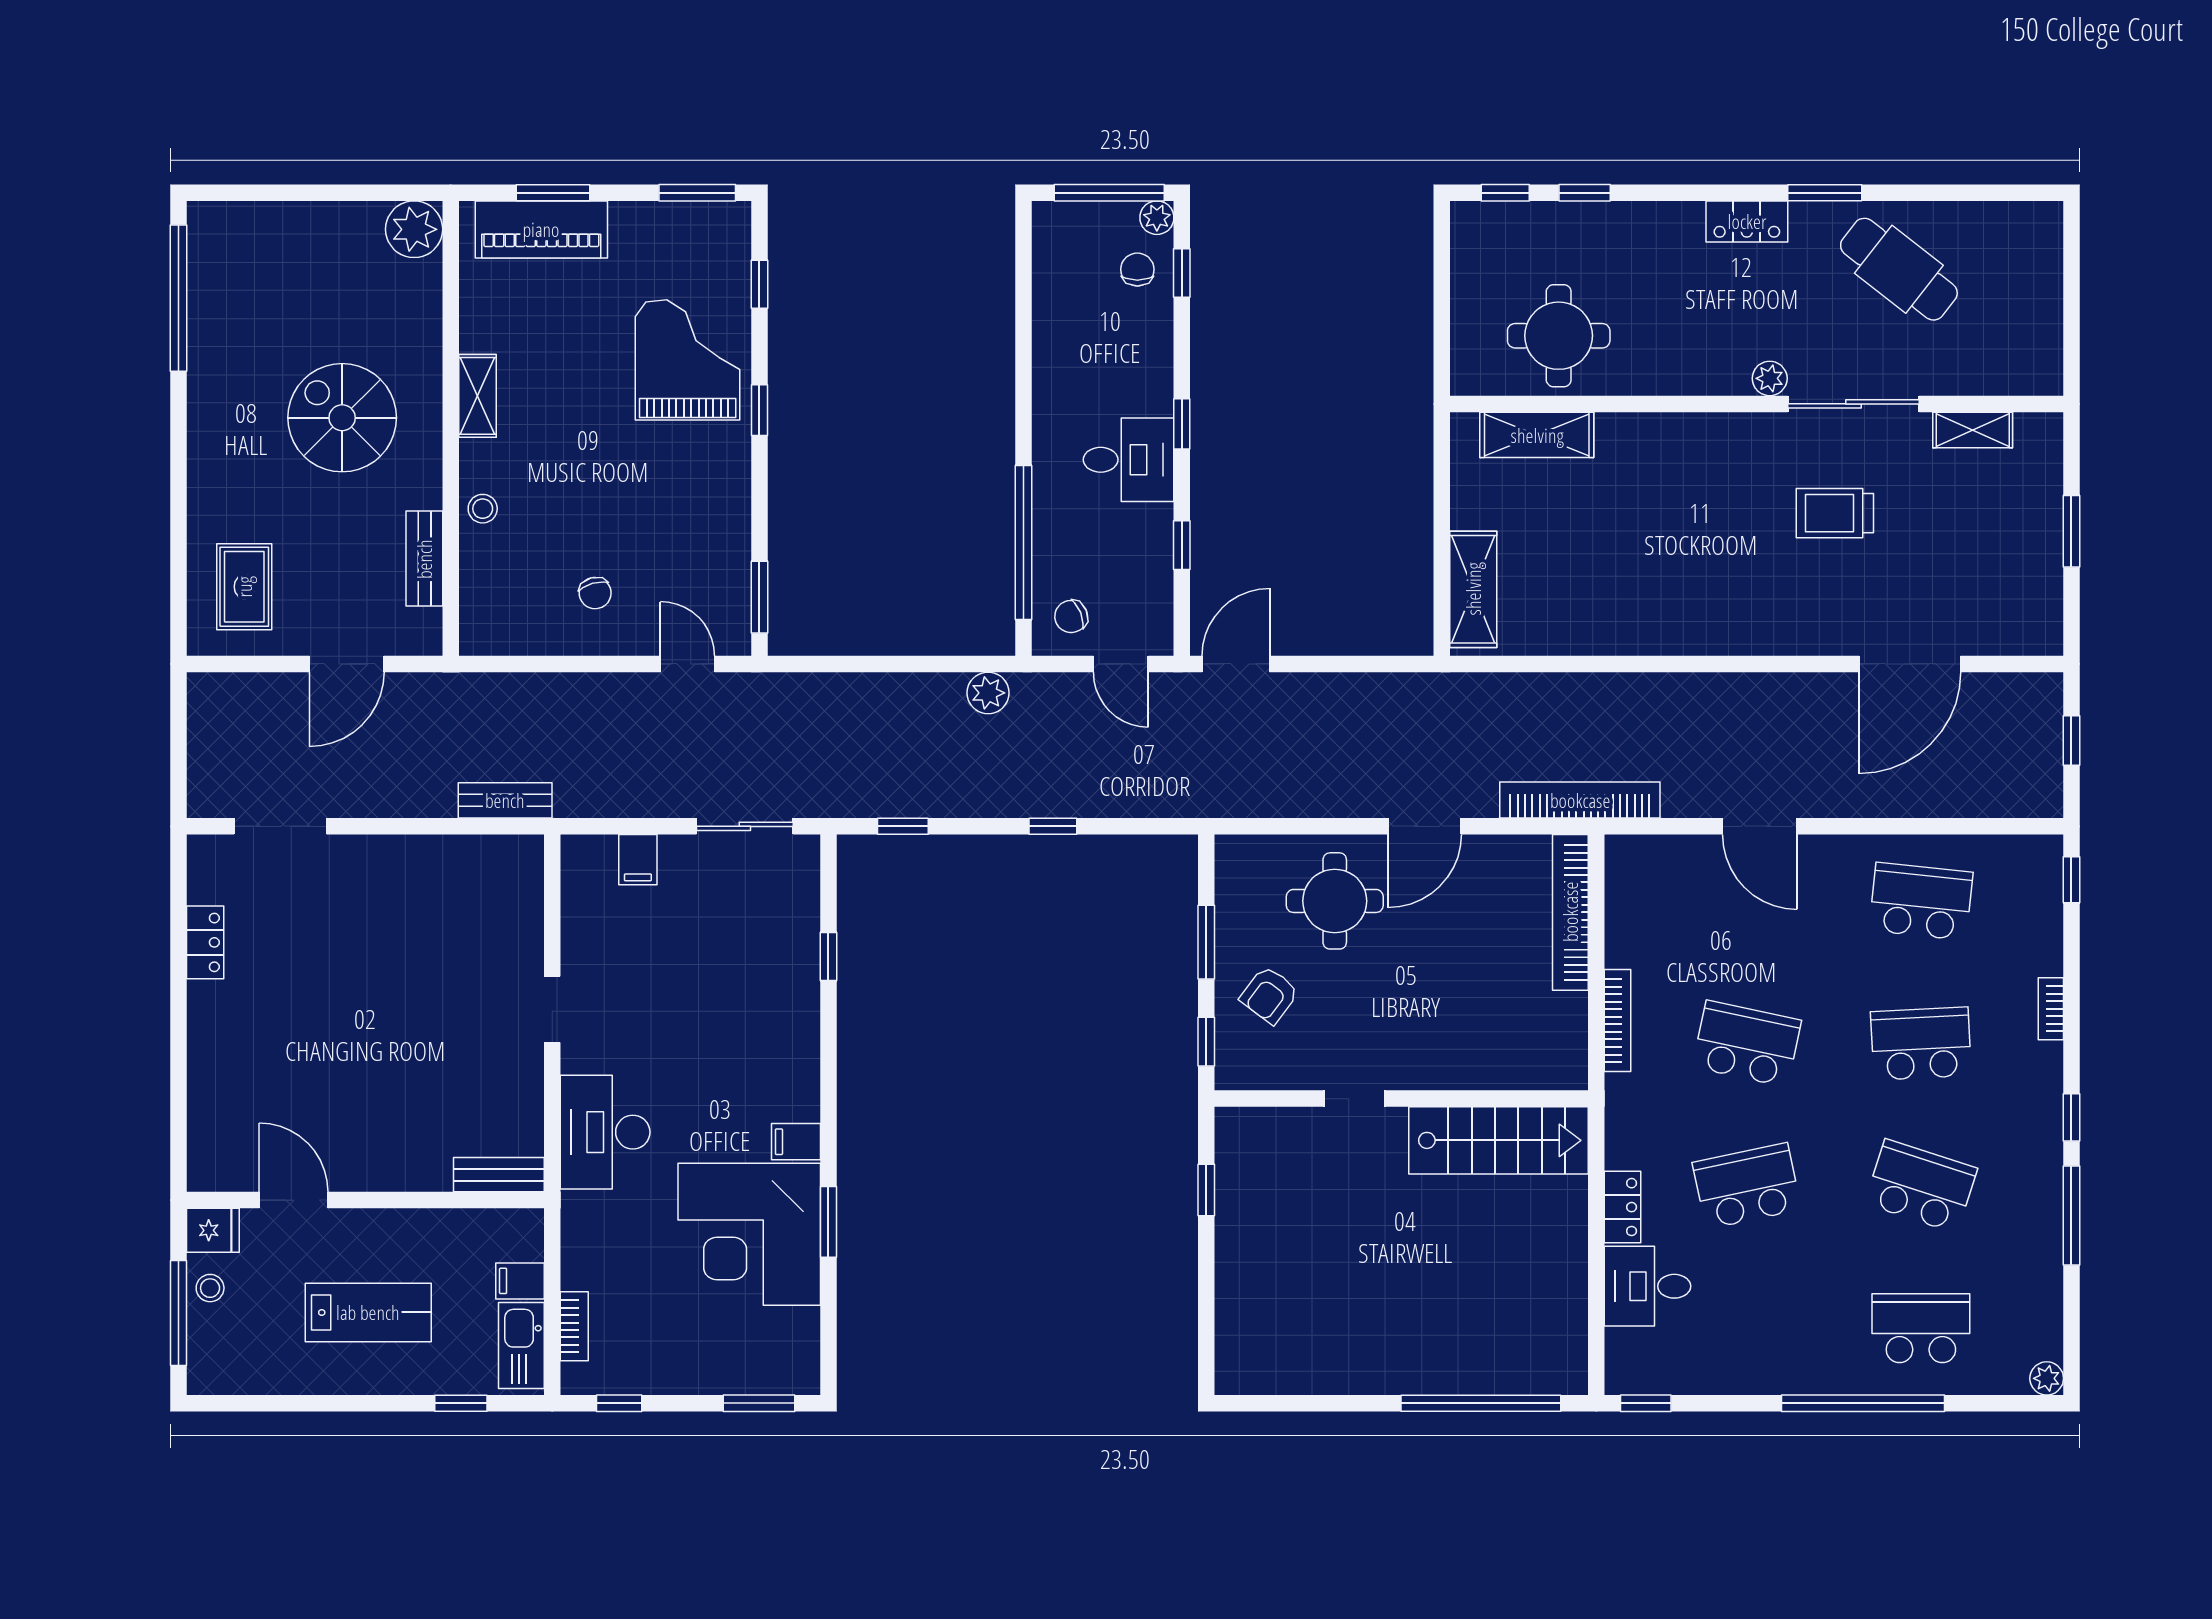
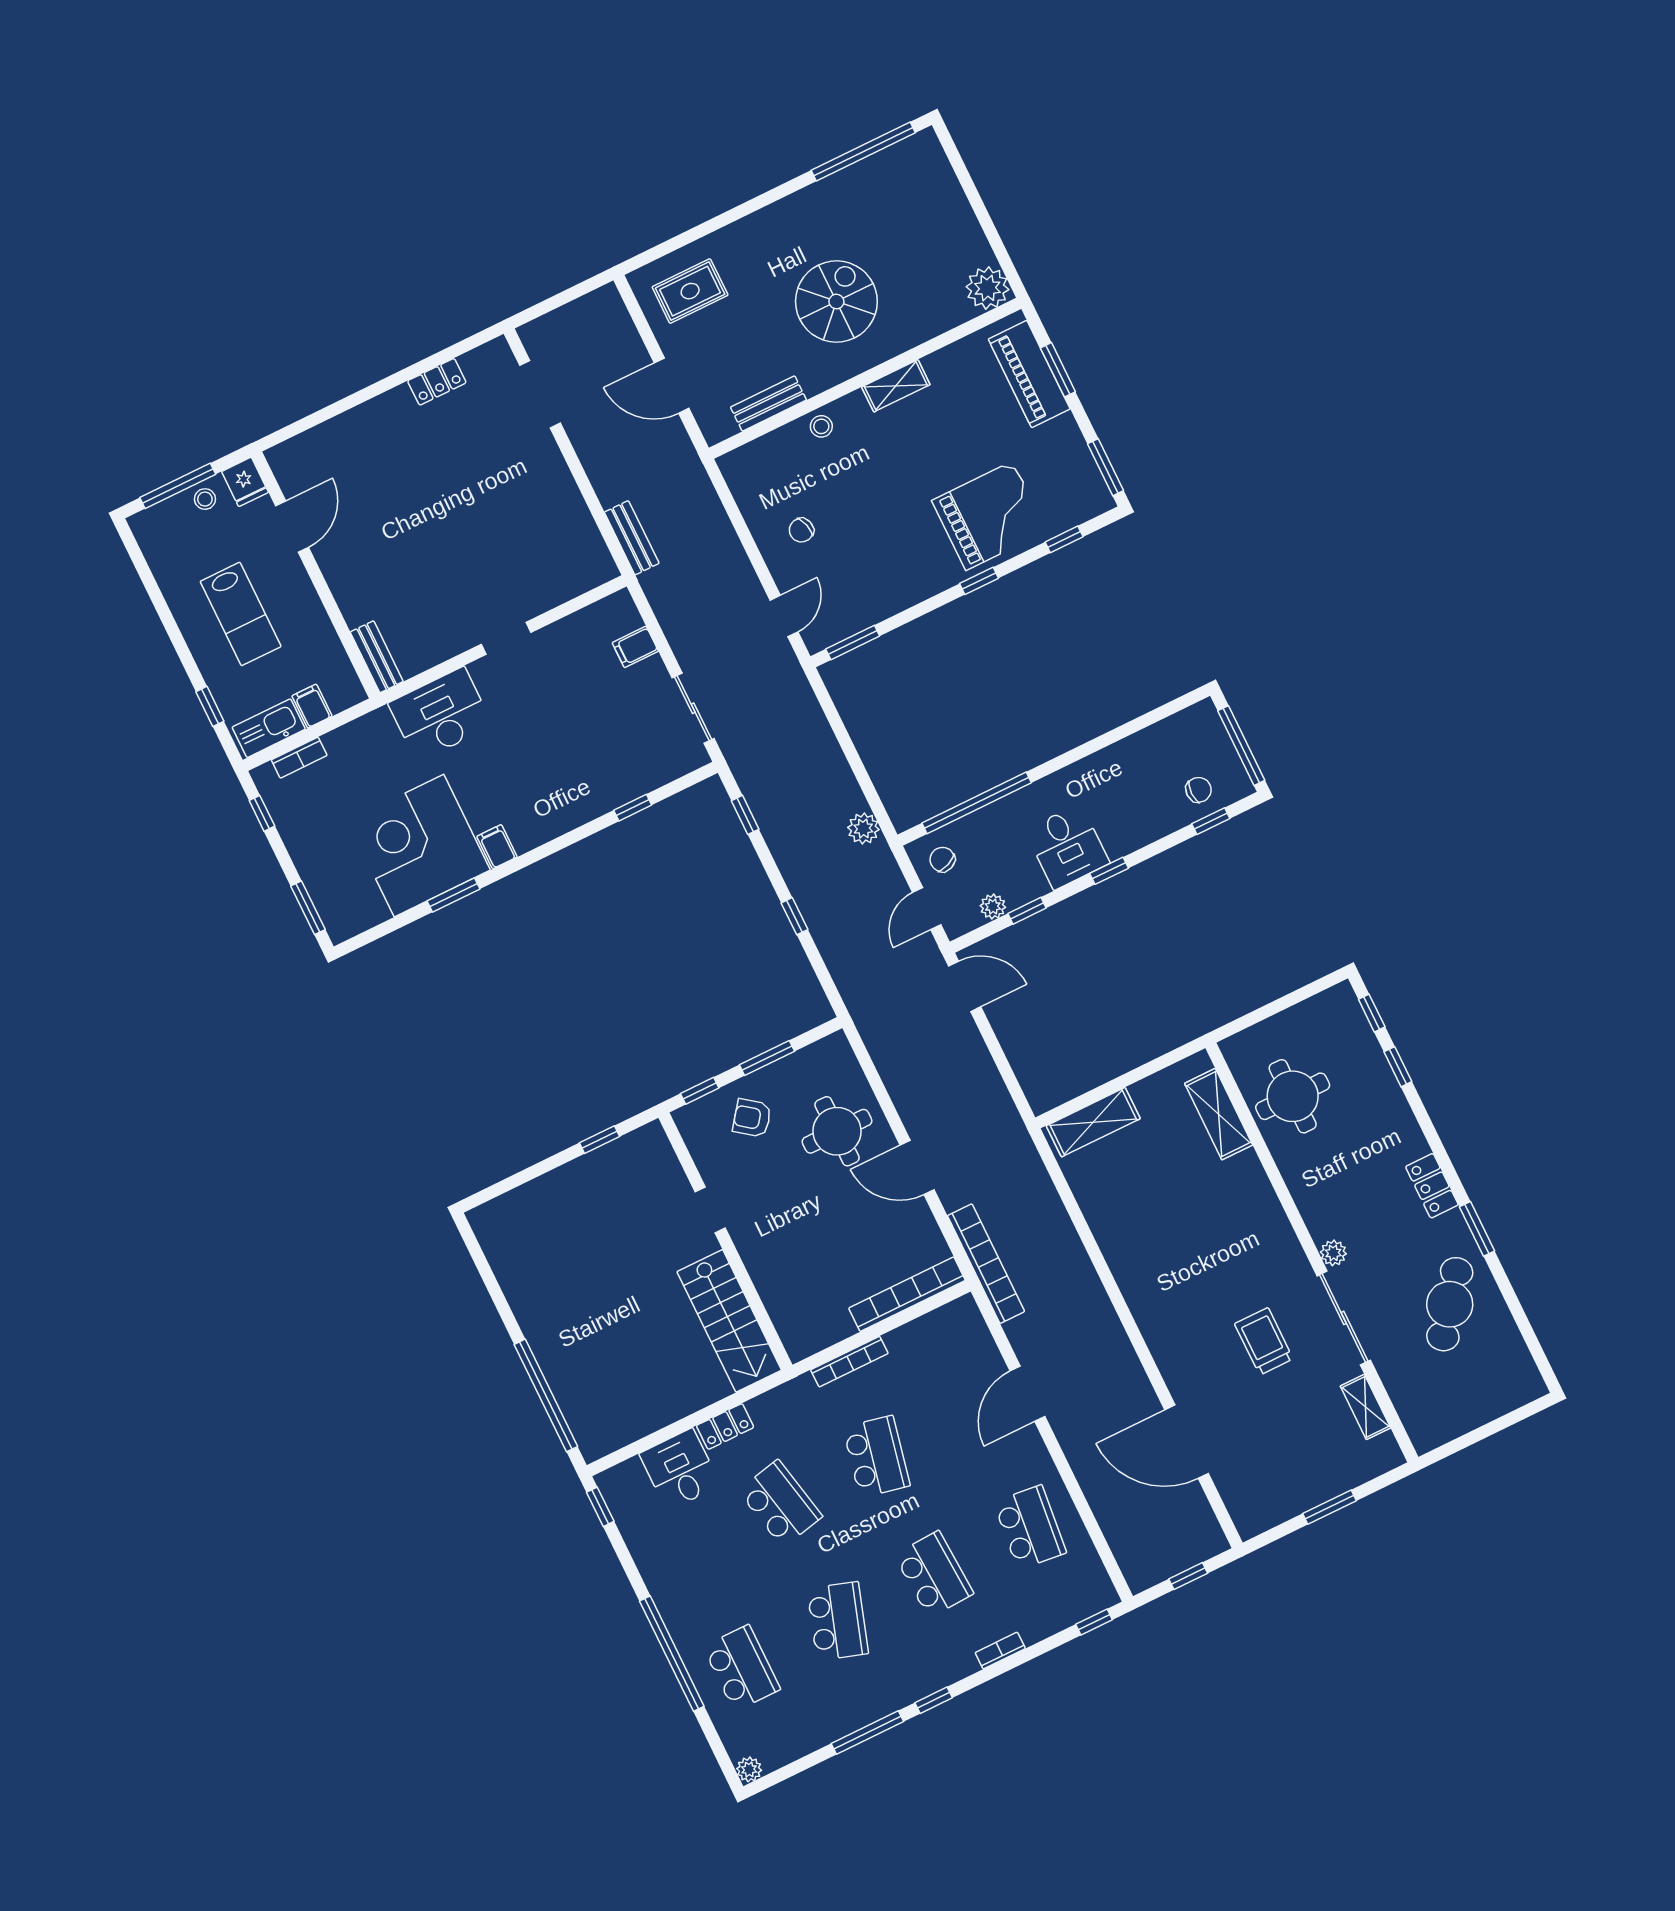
plant: (1157, 218) -> (993, 907), moved

